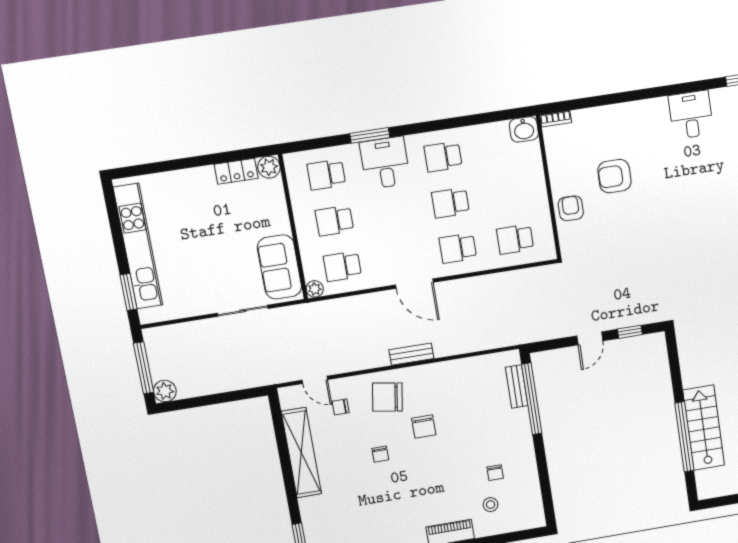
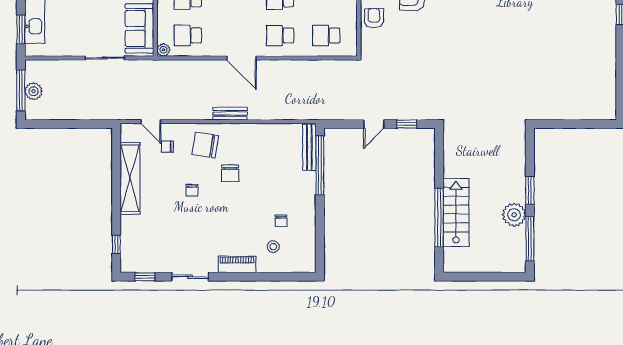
bench: (517, 386) -> (309, 147), width x1.36
plant: (165, 391) -> (34, 91), moved

